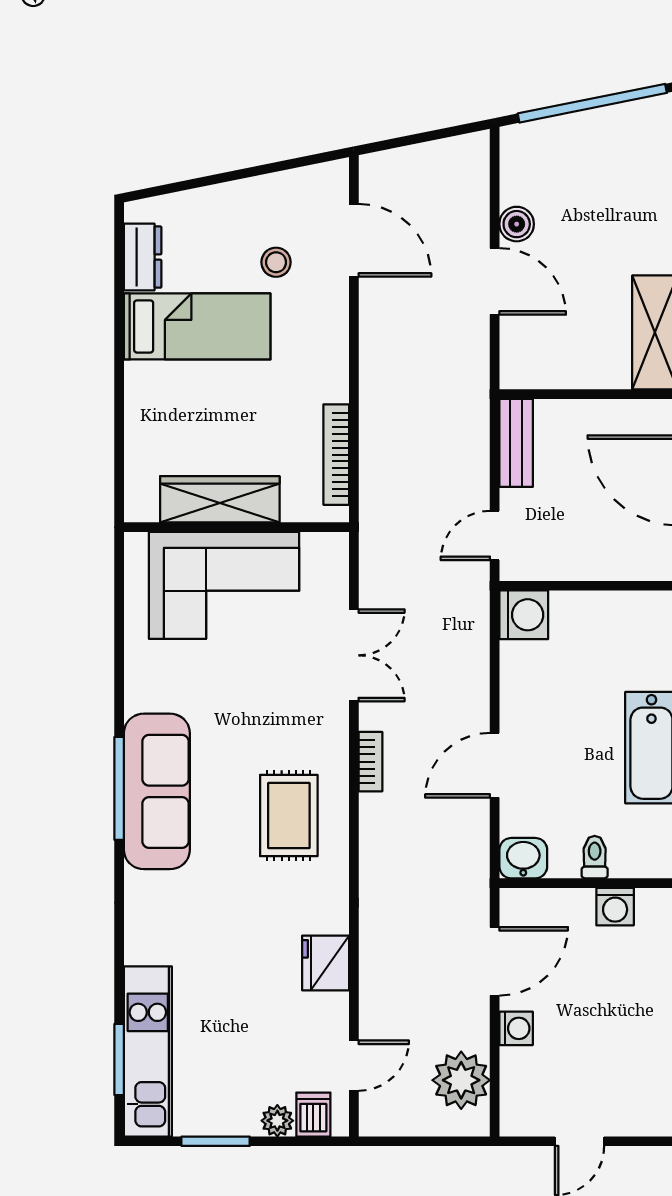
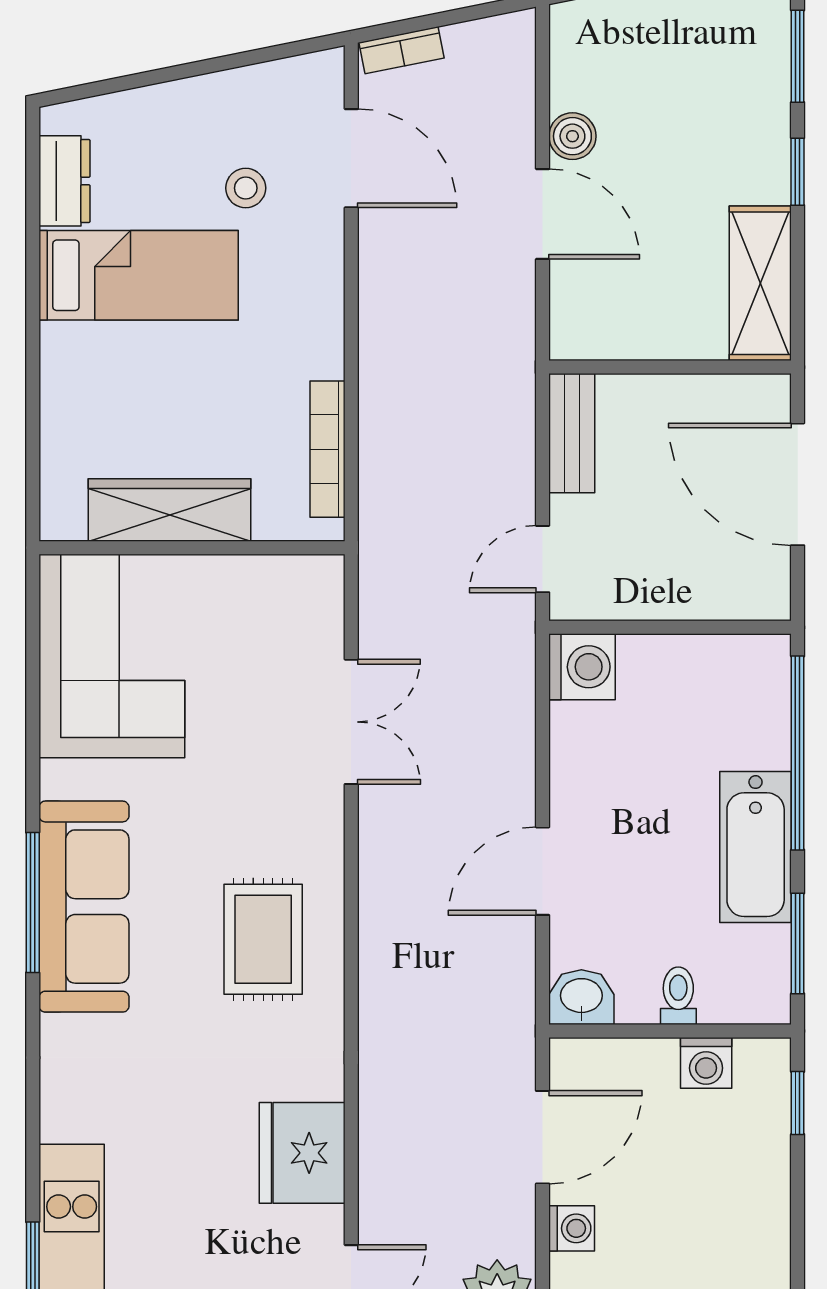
corner sofa: (224, 585) -> (112, 656), moved, turned -90
bookcase: (370, 762) -> (402, 50), moved, turned 79
fridge: (326, 963) -> (302, 1153), width x1.36, depth x1.34

